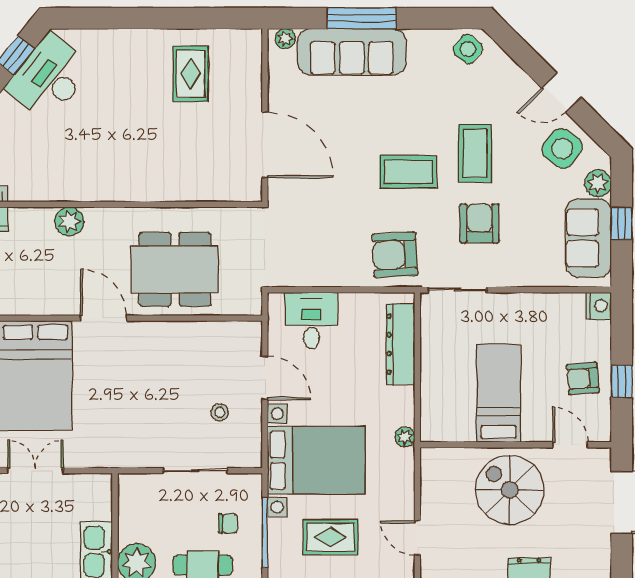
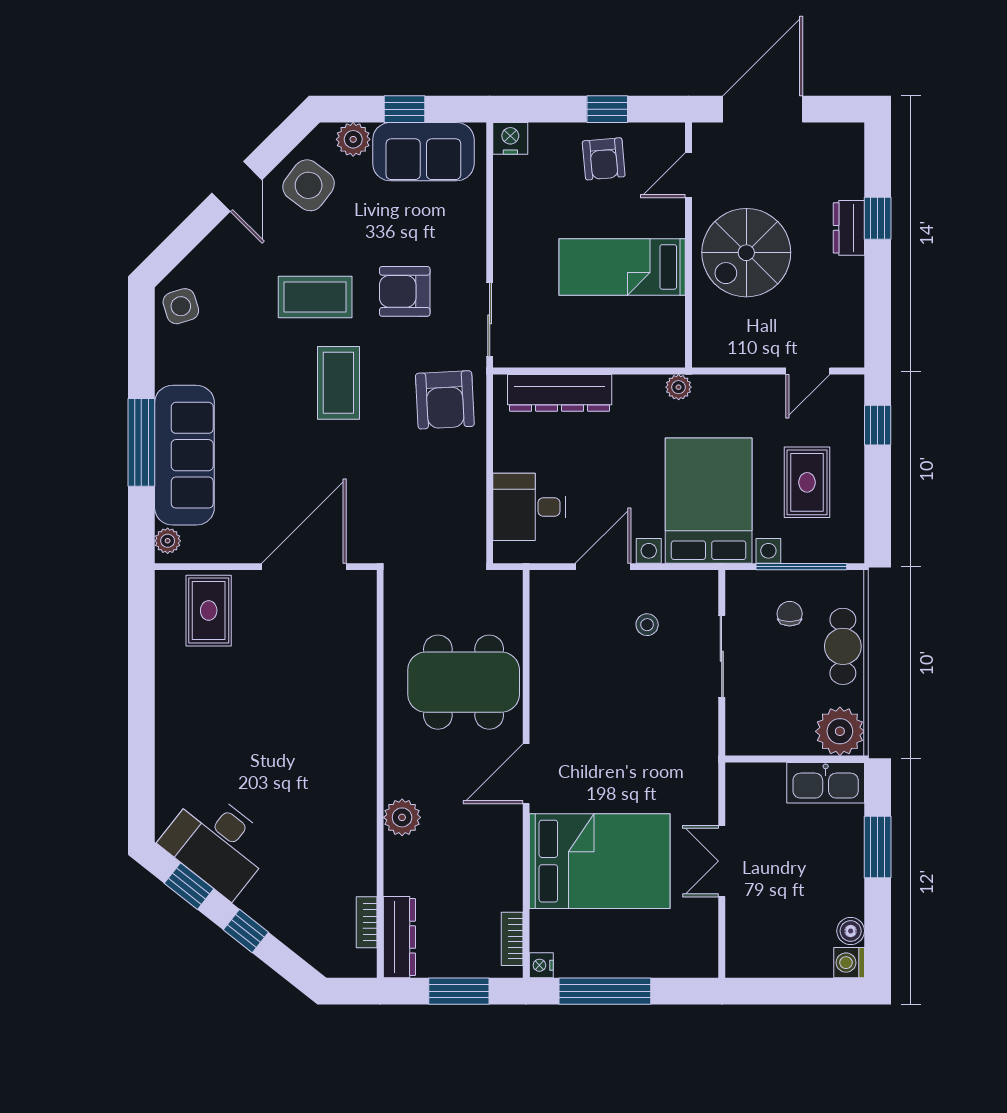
side table: (468, 49) -> (181, 306), turned 33
rug: (191, 74) -> (209, 611), moved, turned 90
dining table: (175, 269) -> (464, 682), turned 90

